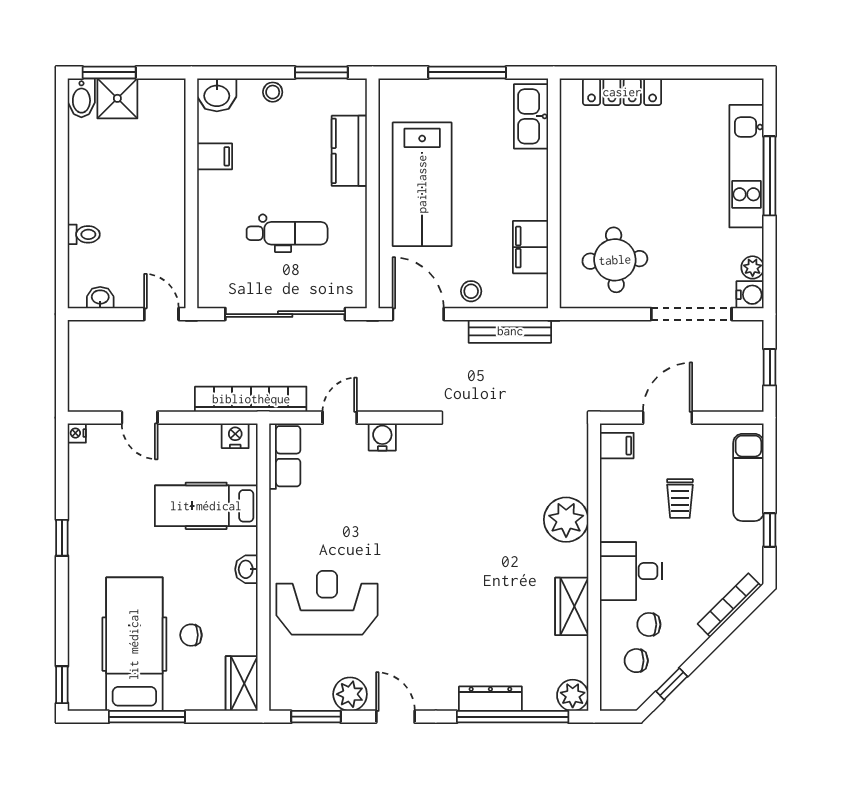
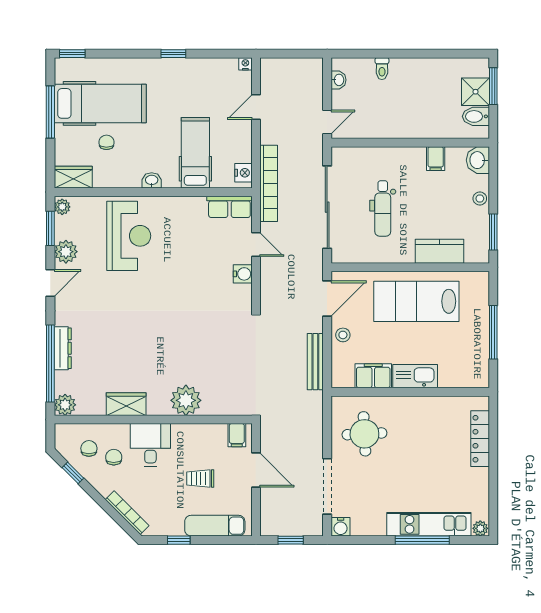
bidet: (81, 98) -> (476, 116), moved
kitchen sink: (531, 116) -> (415, 376), moved
plant: (753, 267) -> (480, 528), moved
plant: (285, 699) -> (62, 207), added

